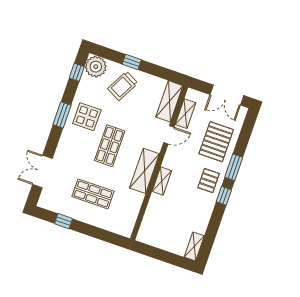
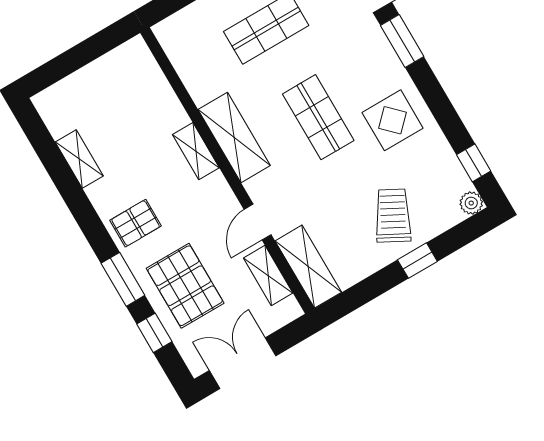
plant: (96, 67) -> (471, 203), width x0.53, depth x0.53
window: (62, 115) -> (402, 41), moved
pallet: (209, 181) -> (136, 223), turned 90
window: (224, 196) -> (154, 333), moved
shelving: (194, 246) -> (79, 159), moved

